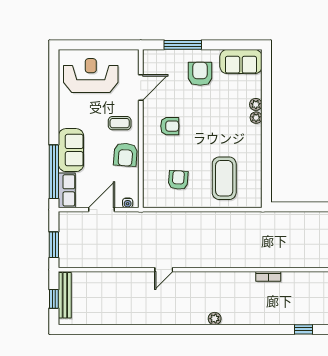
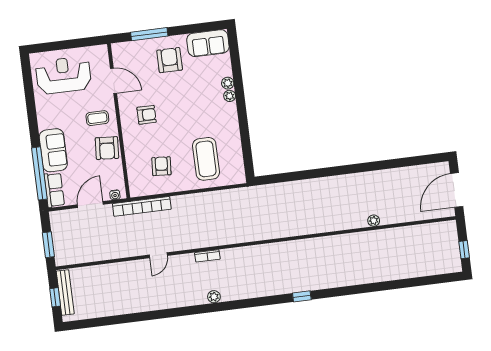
door: (141, 88) -> (114, 81), hinge flipped
bookcase: (153, 218) -> (142, 206), added
bookcase: (268, 276) -> (207, 256), moved

